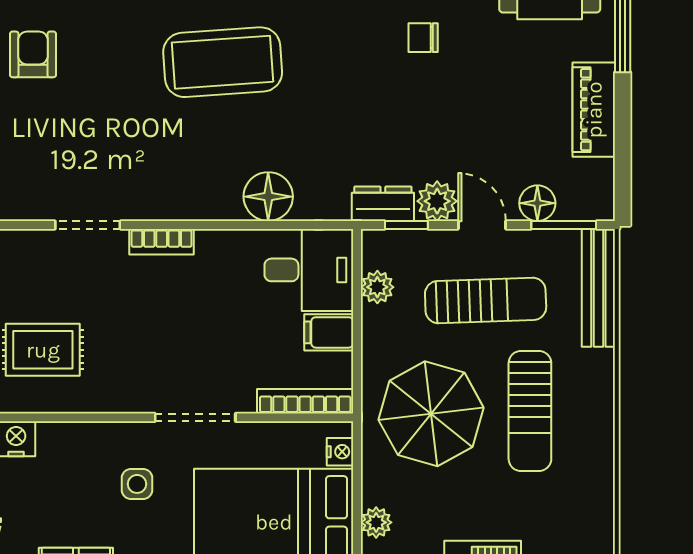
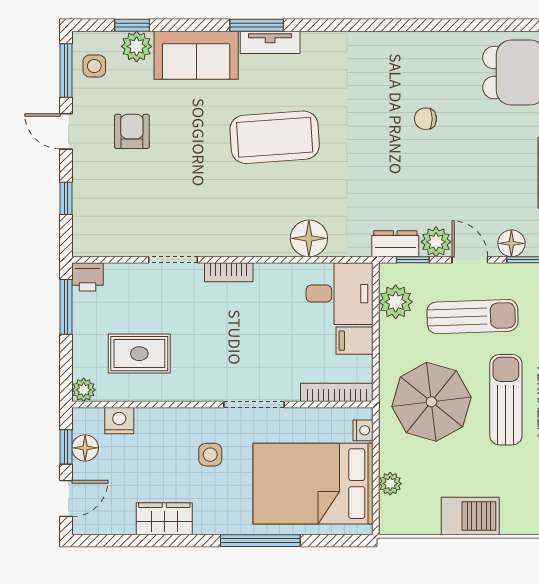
plant: (377, 287) -> (396, 302), width x1.38, depth x1.38
sun lounger: (530, 411) -> (506, 400), turned 180

